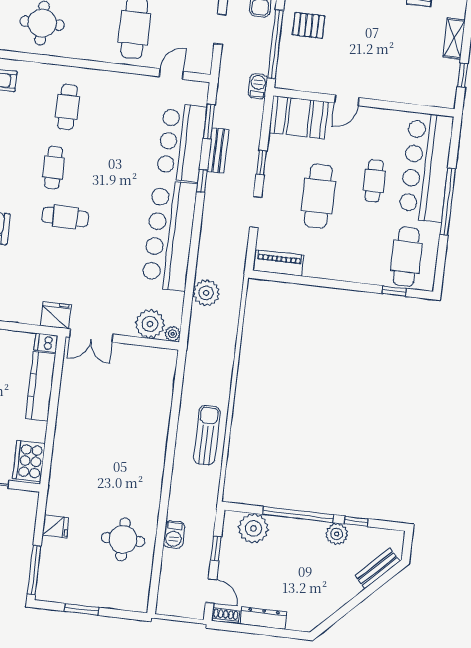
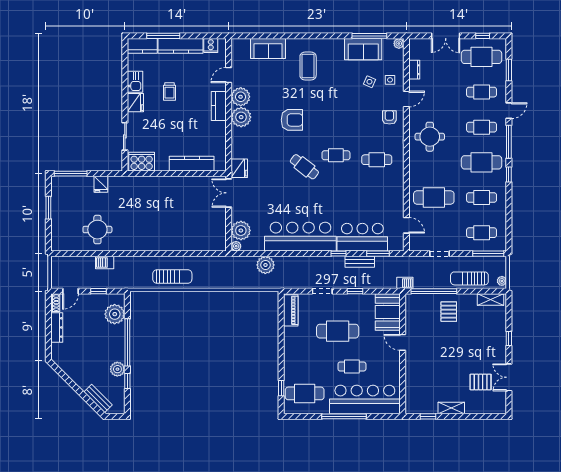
cafe table: (65, 217) -> (304, 167), turned -52
dishwasher: (46, 343) -> (221, 164), removed

